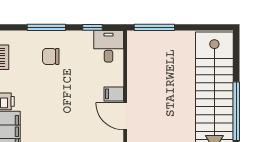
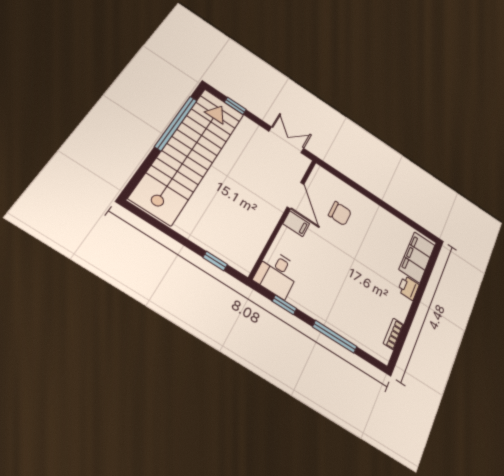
window: (154, 27) -> (215, 261), width x0.46
chair: (51, 56) -> (340, 213), moved

